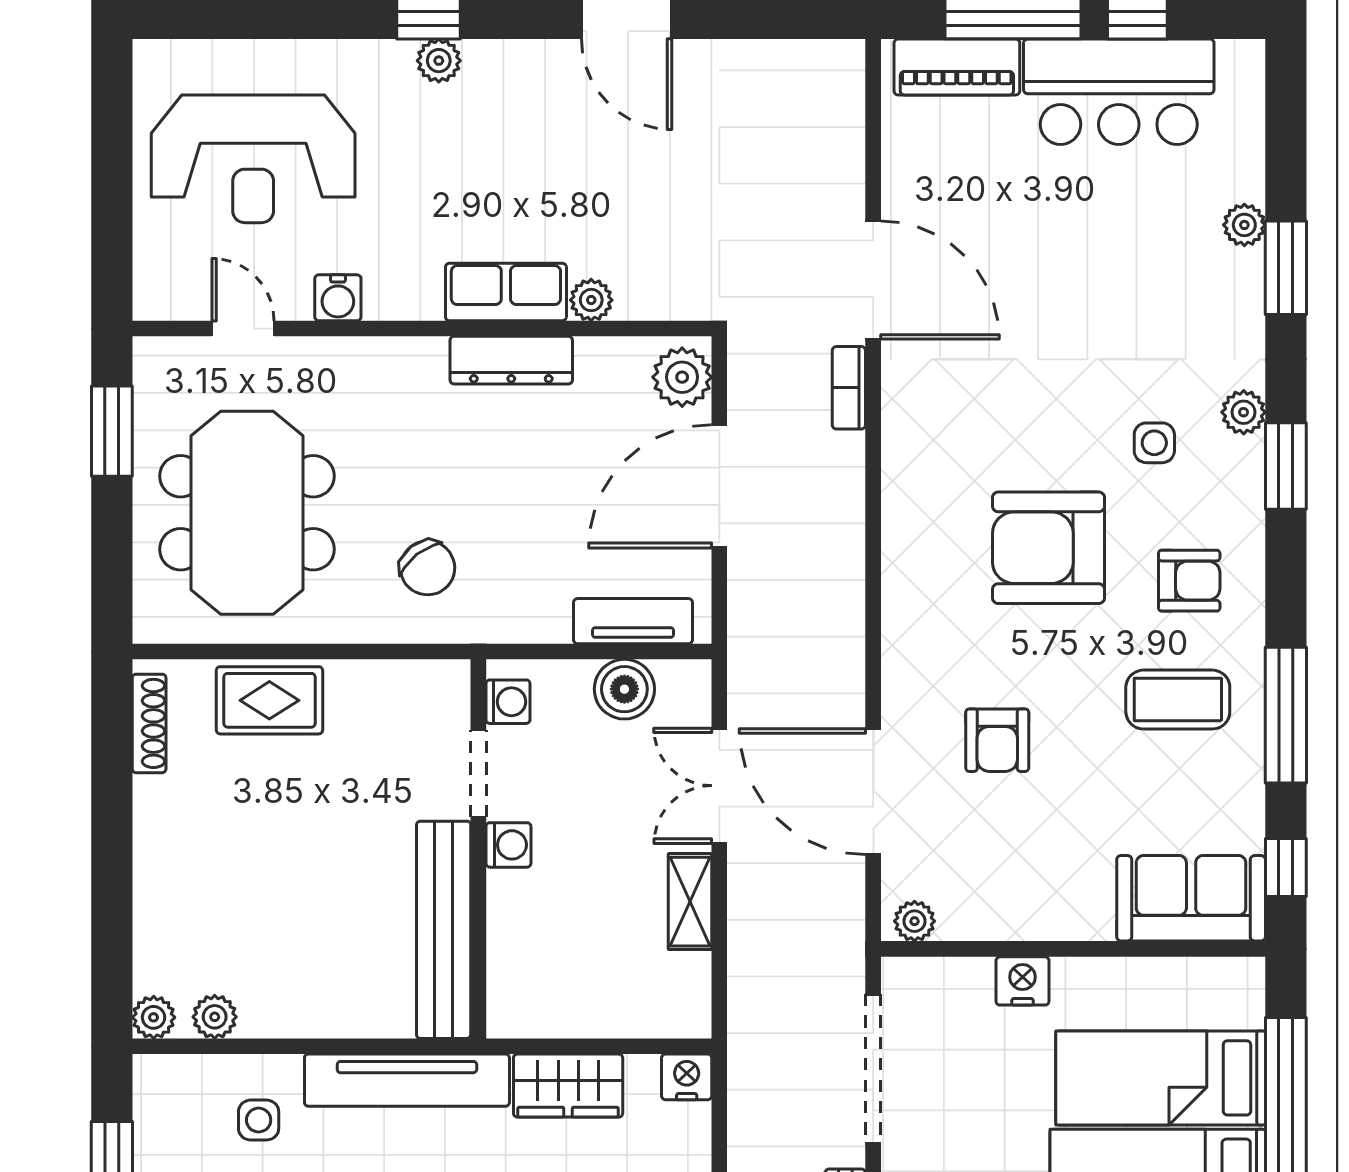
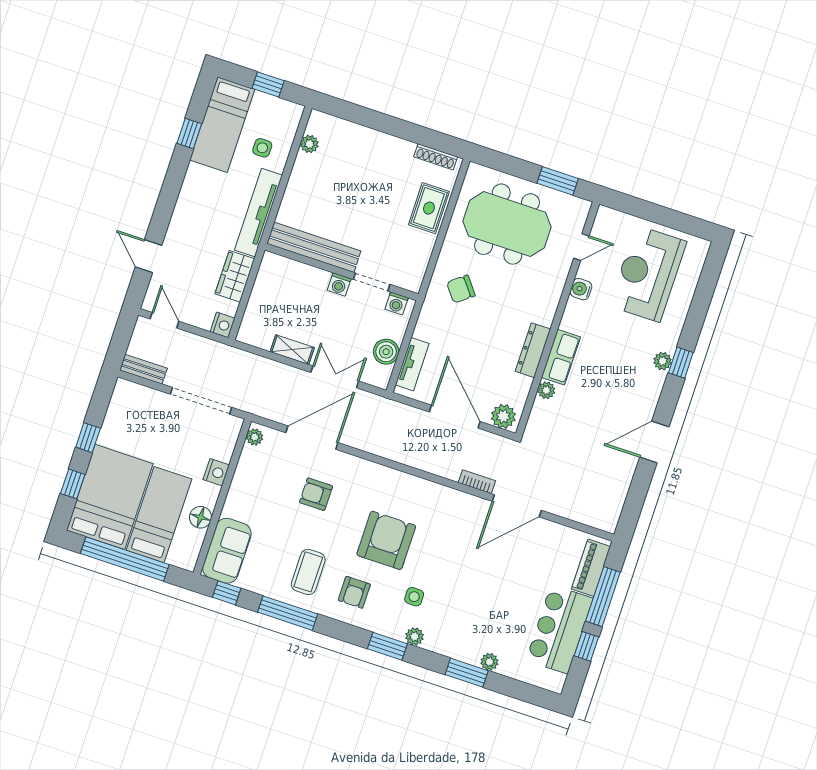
floor lamp: (1135, 983) -> (201, 517), added
plant: (154, 1017) -> (317, 119), removed

